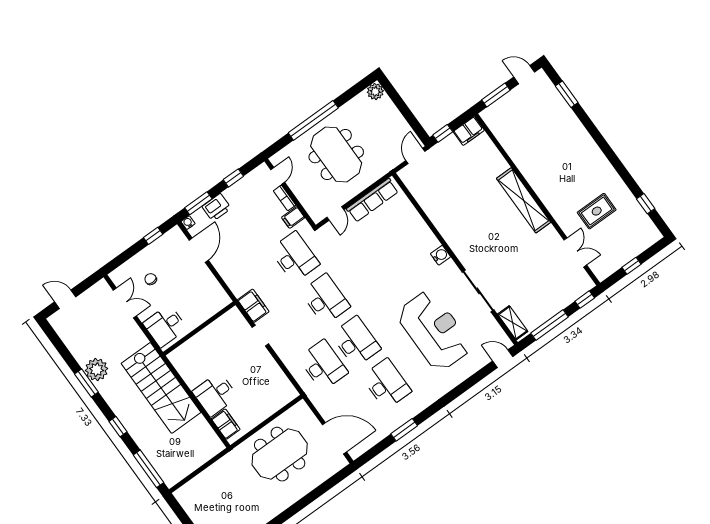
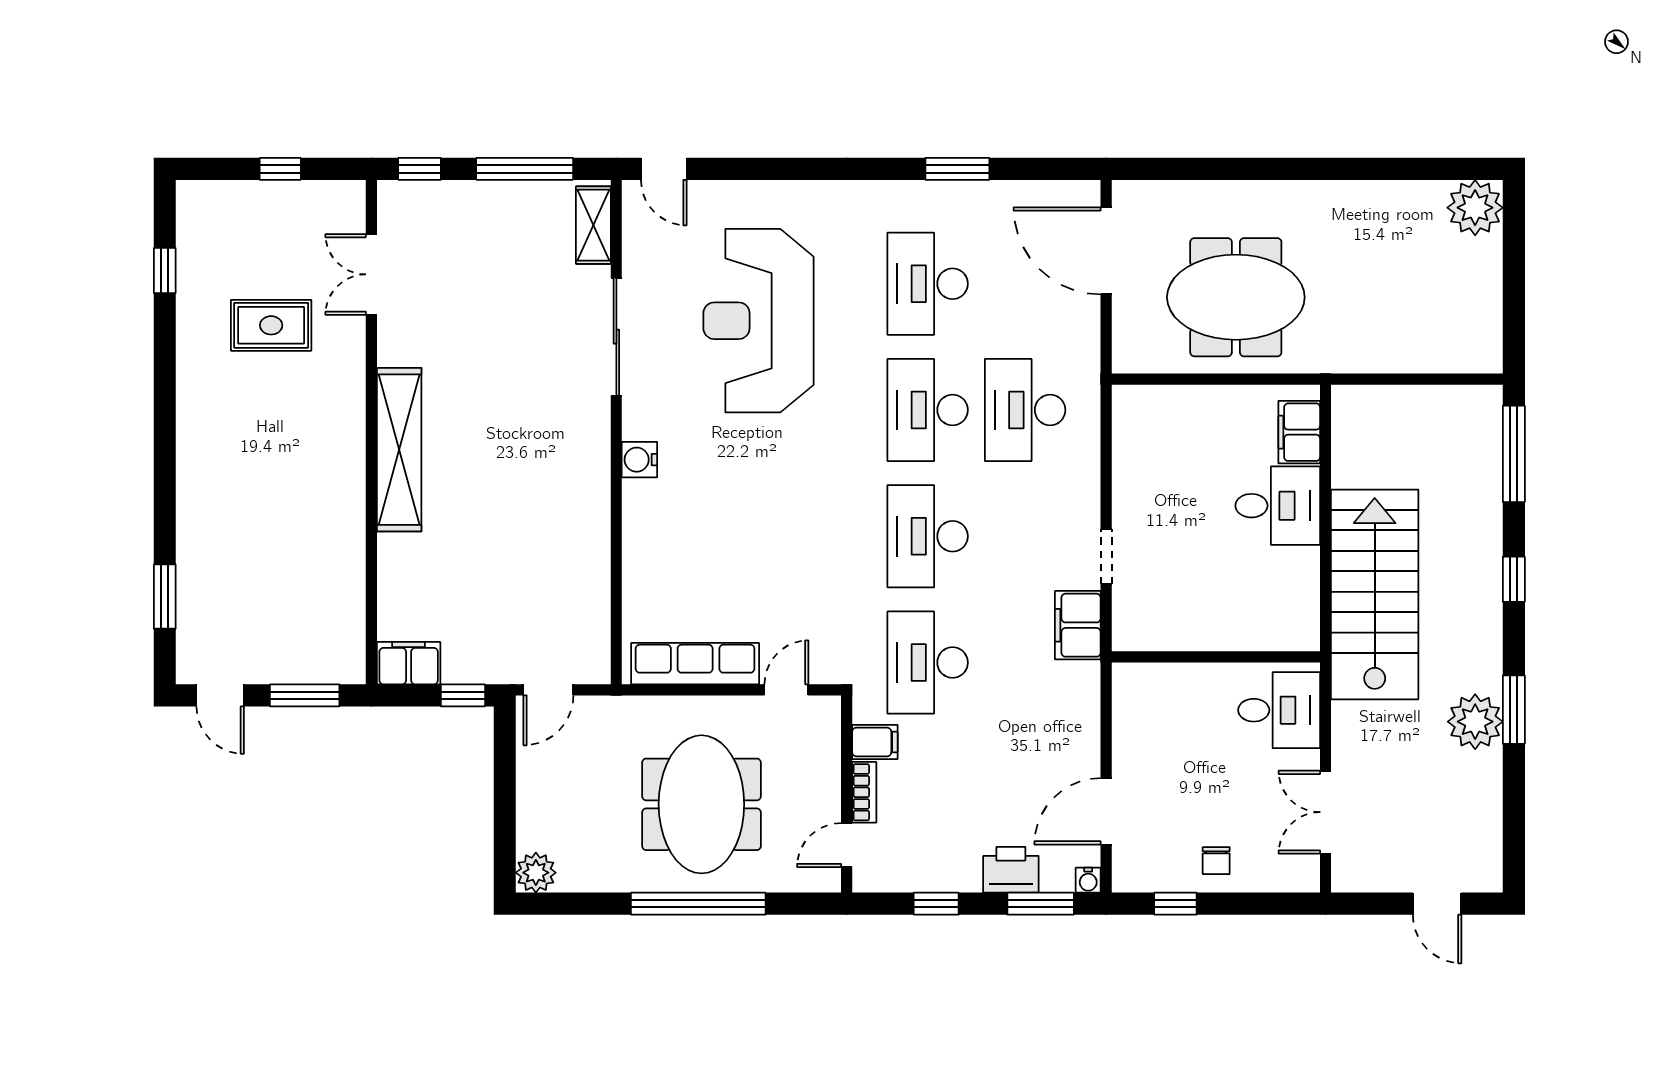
chair: (151, 279) -> (1216, 861), moved

